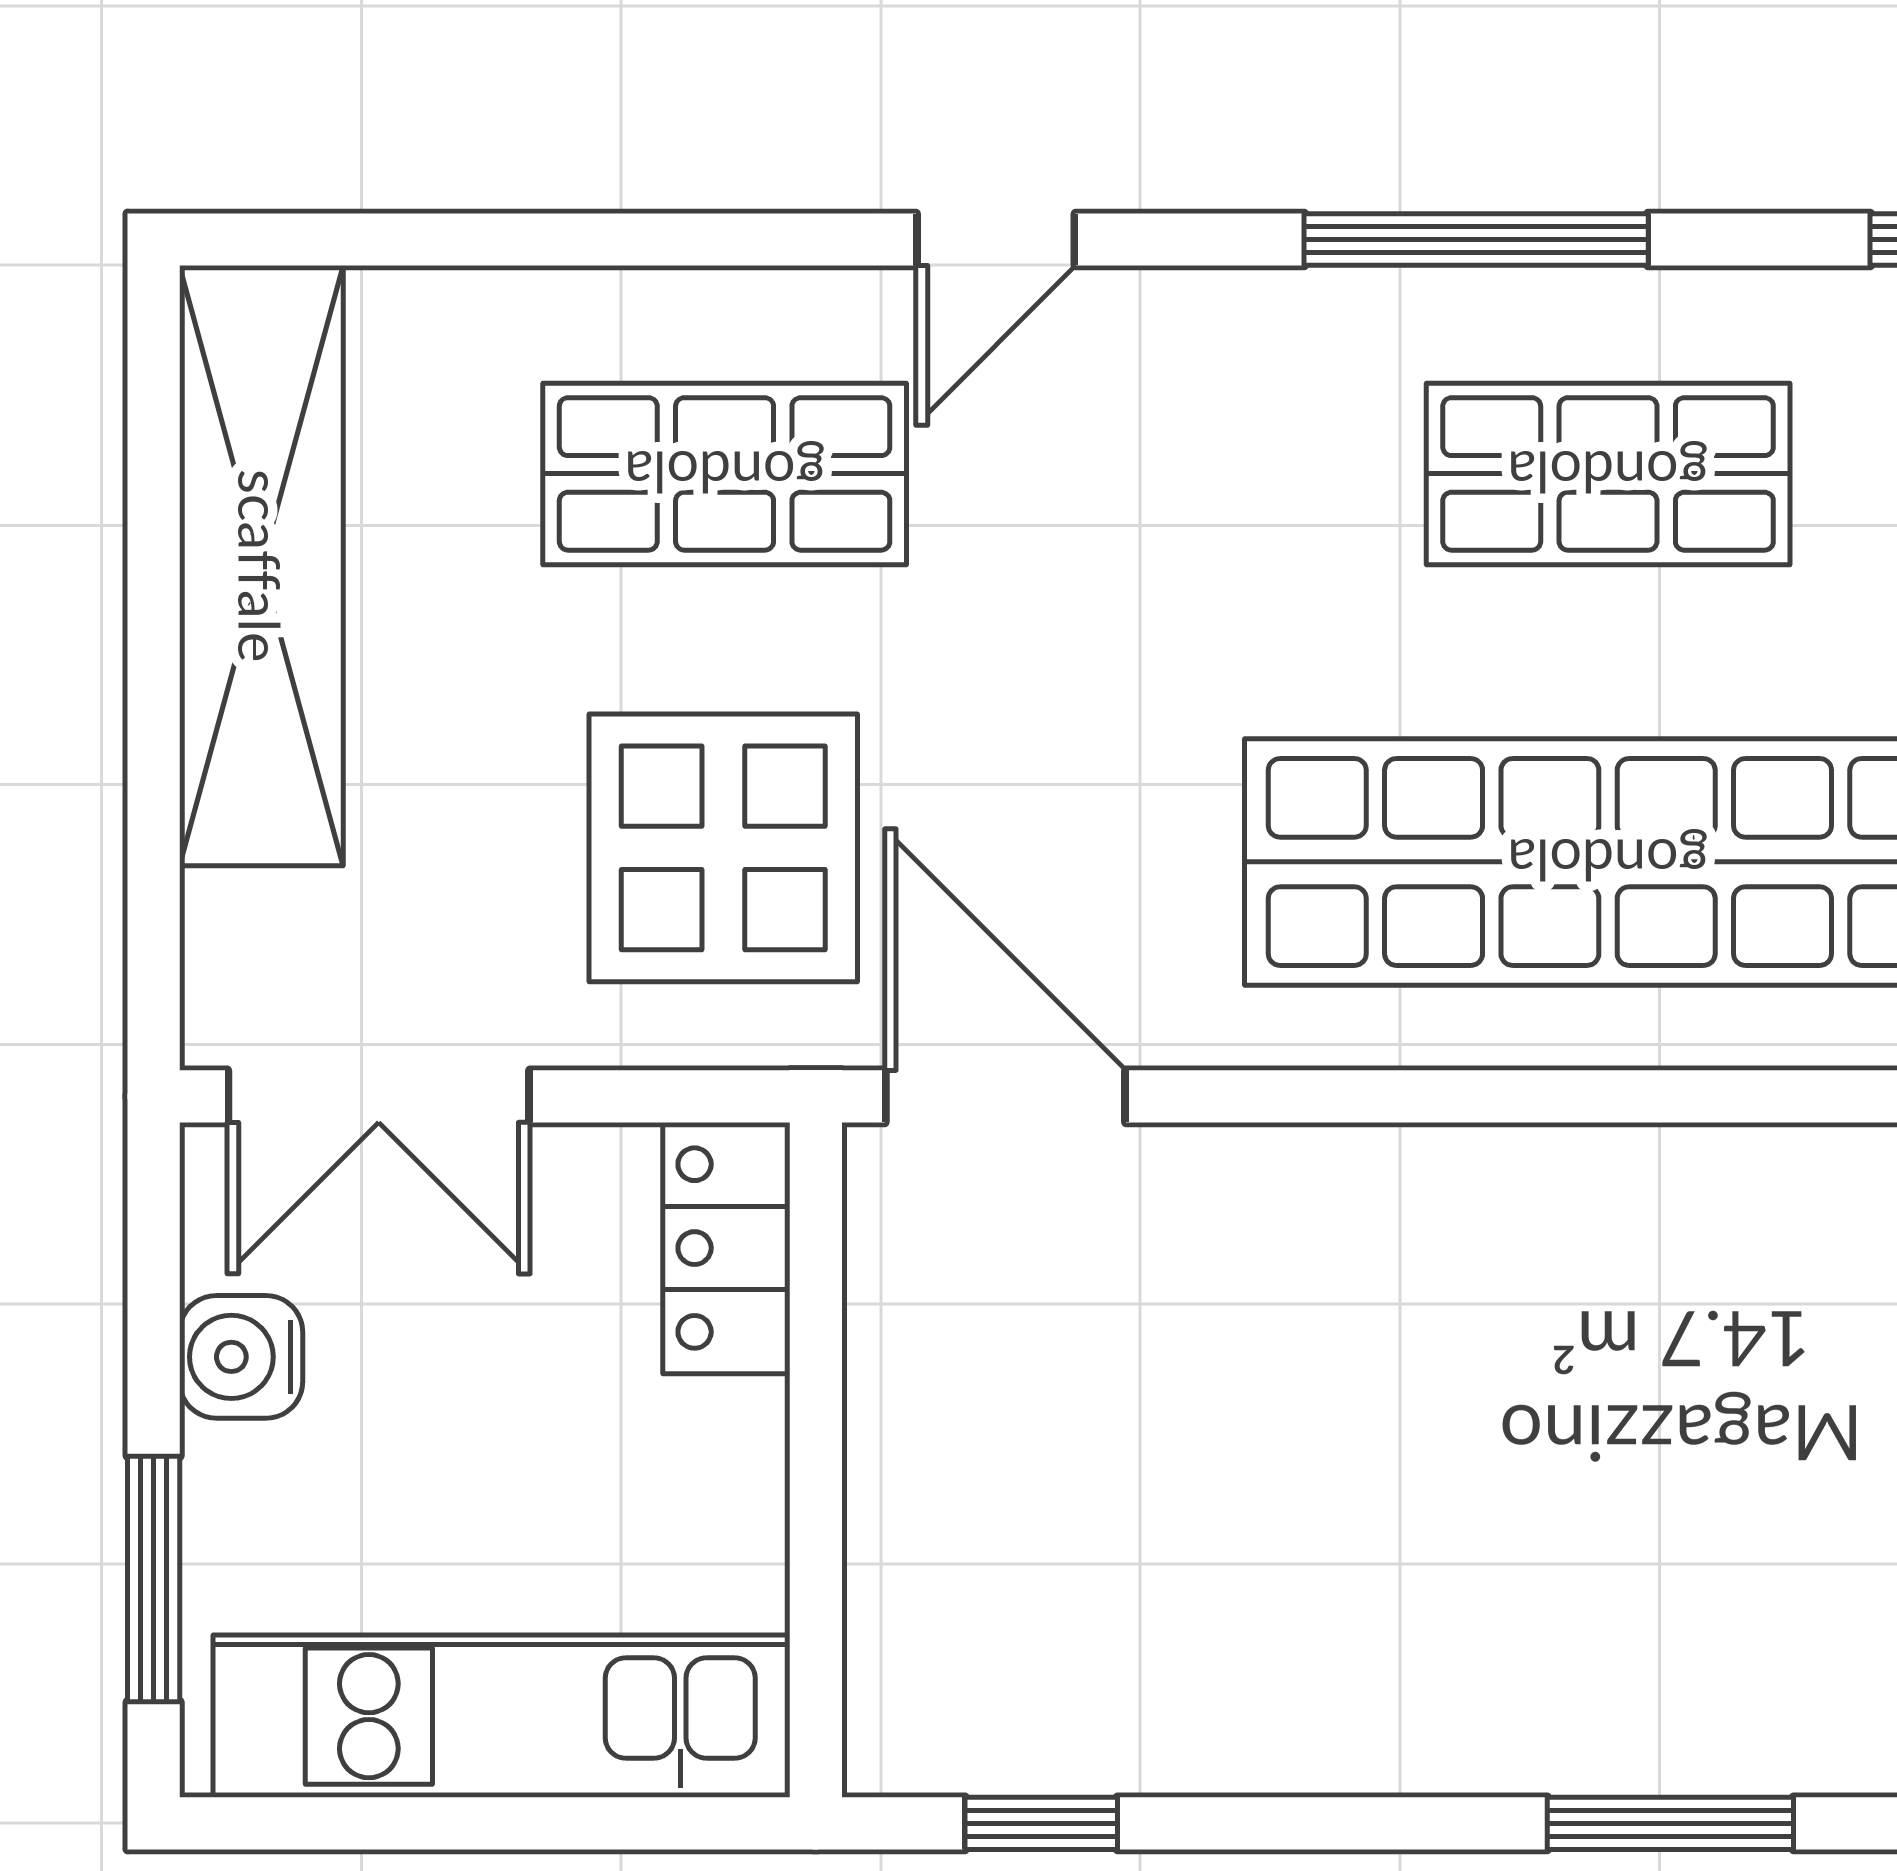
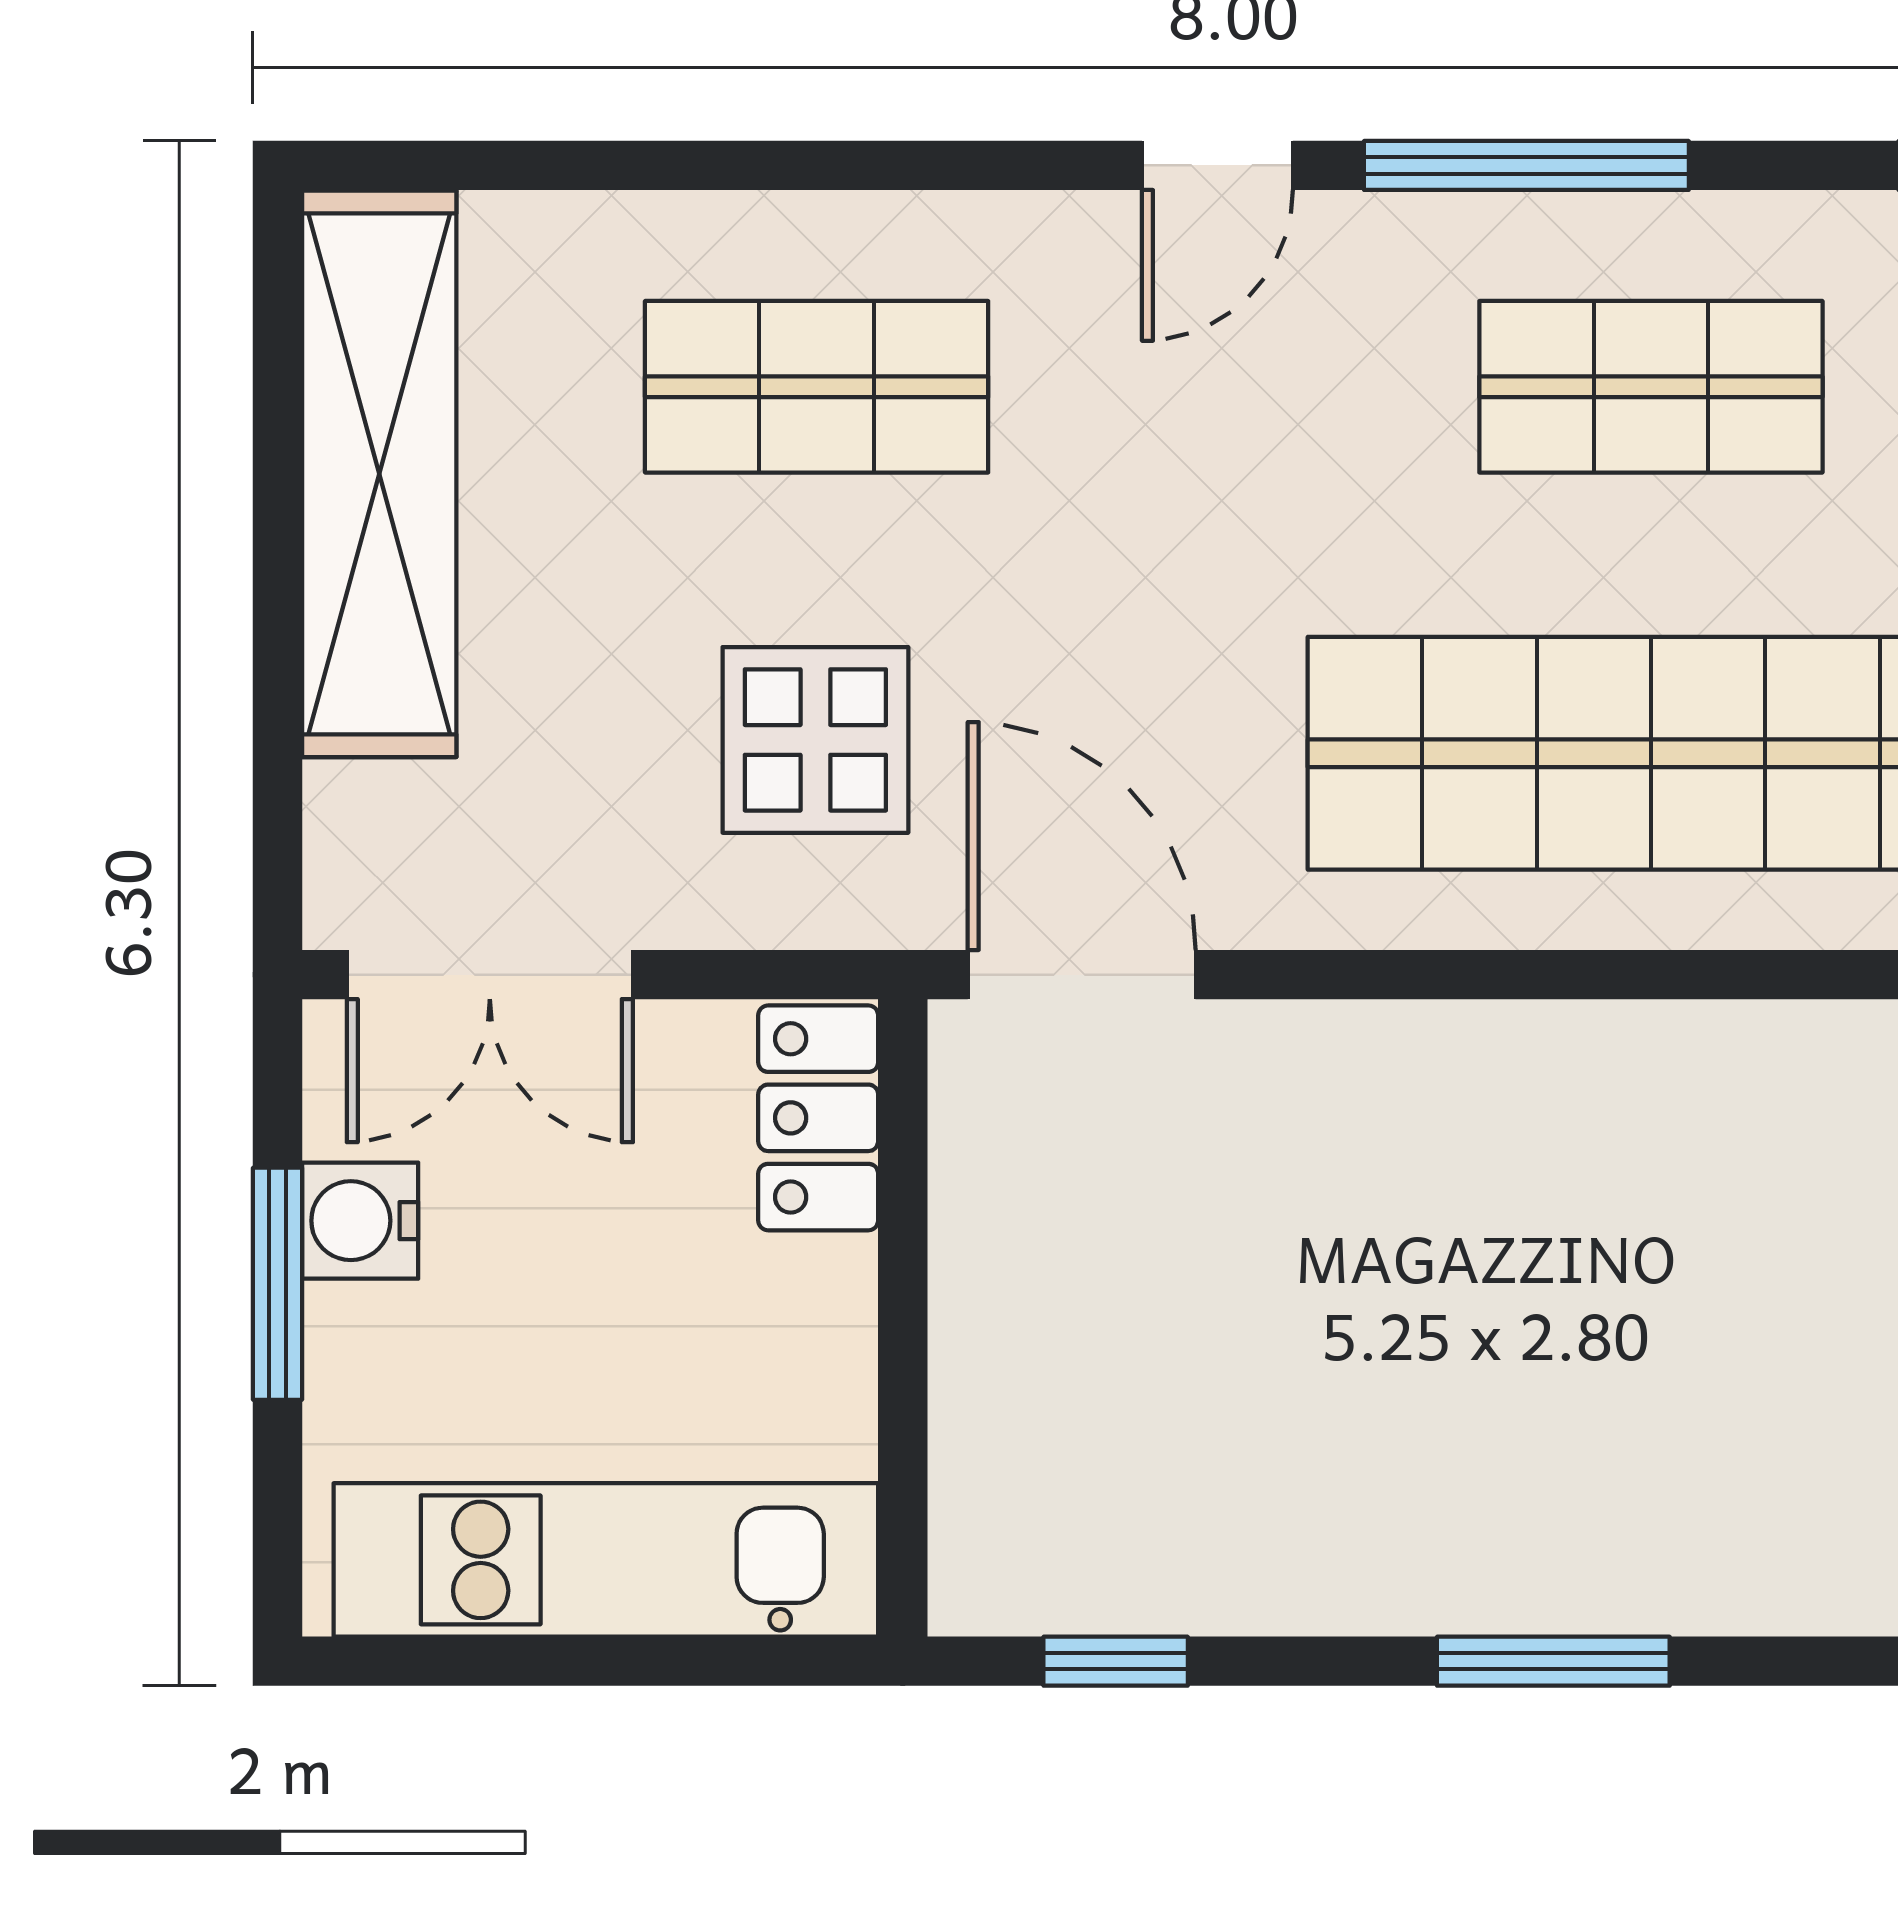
door: (996, 240) -> (1217, 165), moved
display table: (723, 848) -> (815, 740), width x0.73, depth x0.73
window: (154, 1579) -> (277, 1284), moved
window: (1670, 1823) -> (1553, 1661), moved

